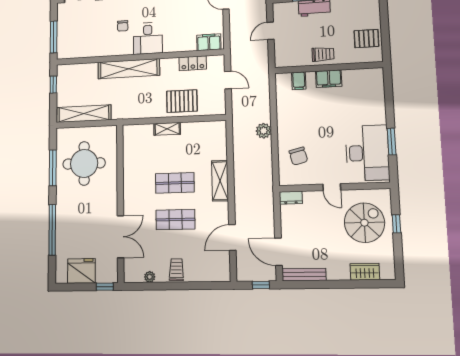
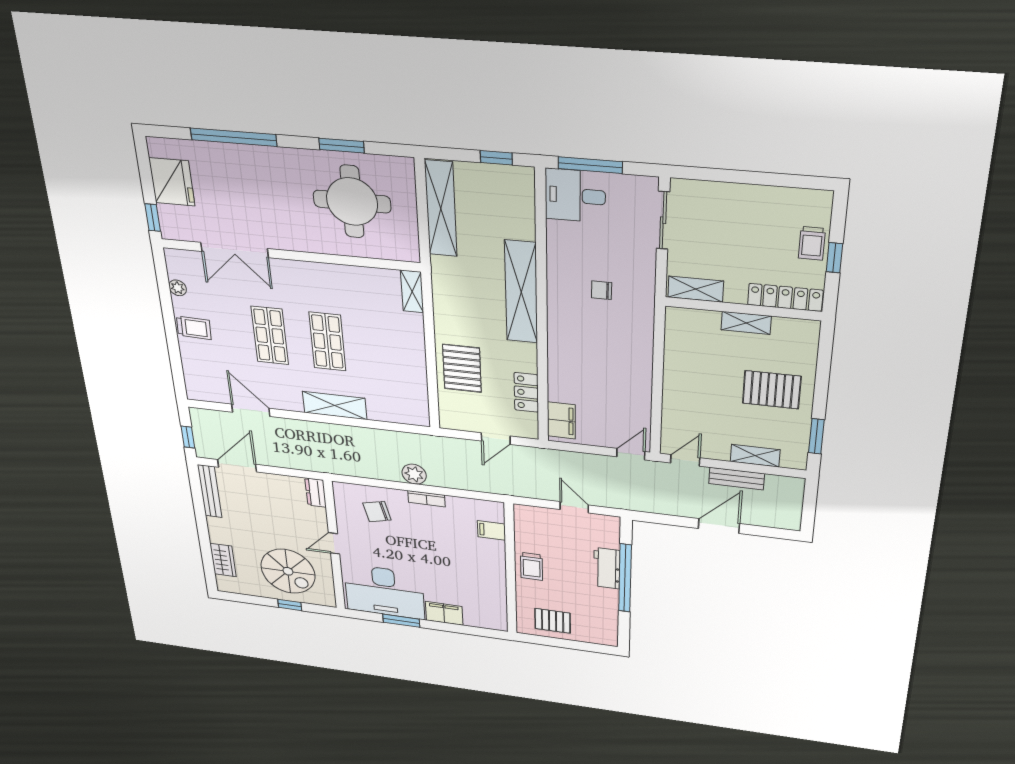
desk: (148, 38) -> (575, 196), moved
pallet: (366, 39) -> (553, 621), turned 90
filing cabinet: (329, 79) -> (444, 613), moved, turned 90
bookcase: (281, 123) -> (426, 499), added
shelving: (167, 129) -> (412, 291), moved
window: (53, 168) -> (342, 146), width x0.69

